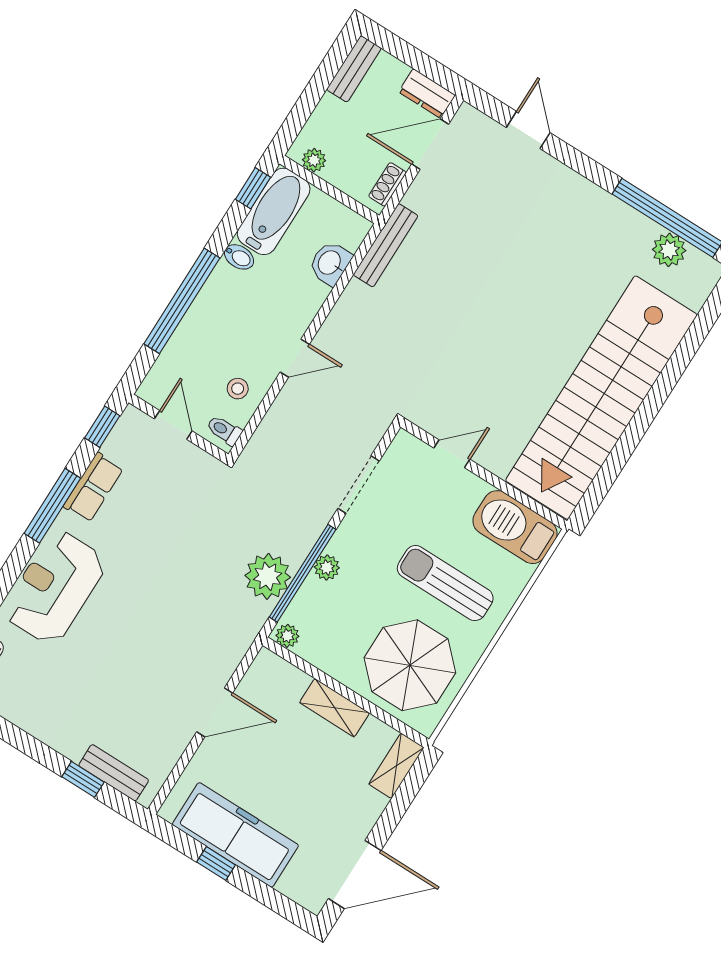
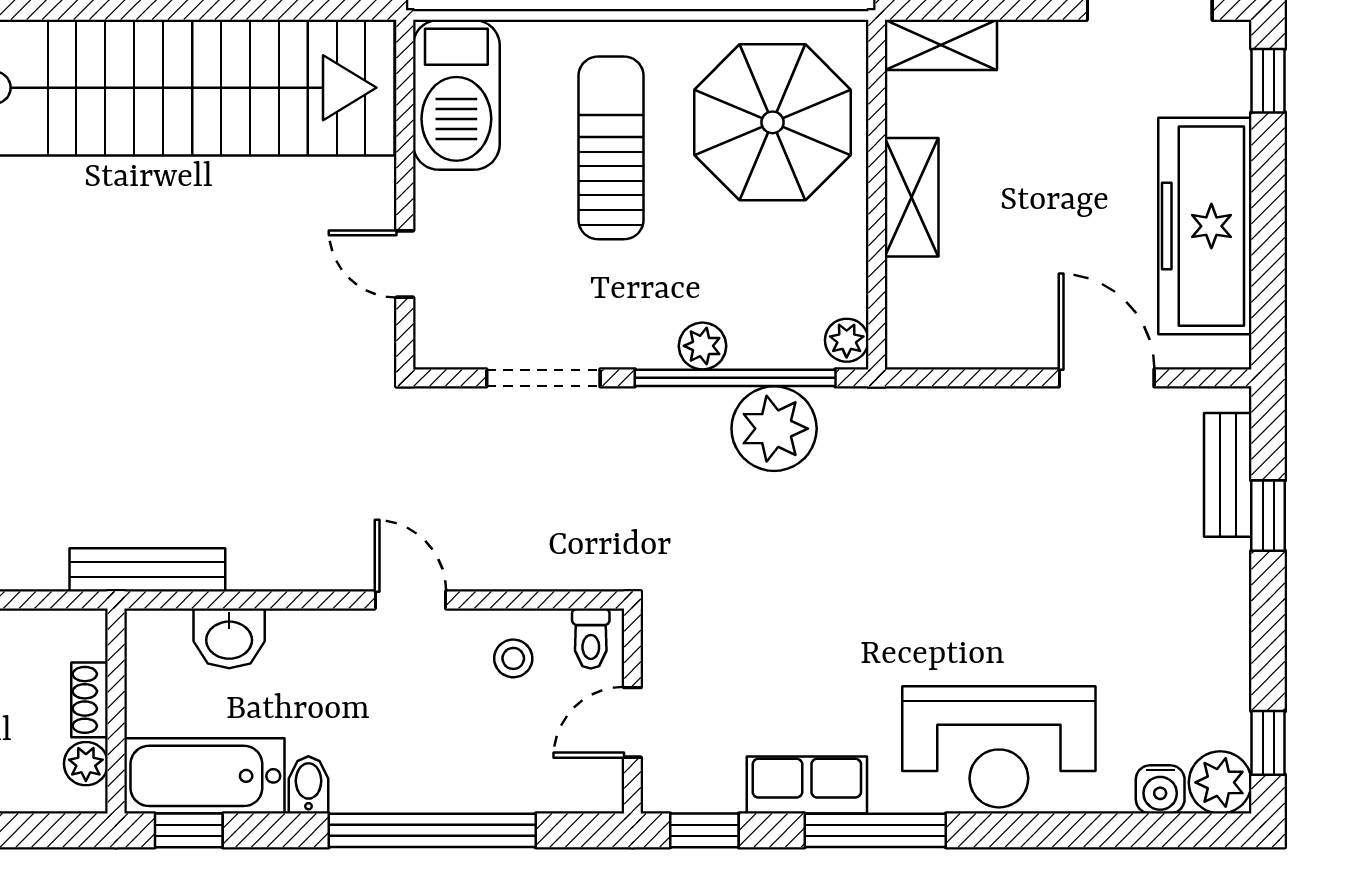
shoe rack: (387, 184) -> (89, 700), moved, turned 90
sun lounger: (445, 583) -> (611, 148), turned 180
door: (215, 712) -> (1107, 378), moved
window: (216, 864) -> (1268, 81), moved

